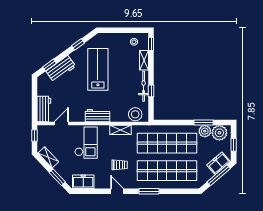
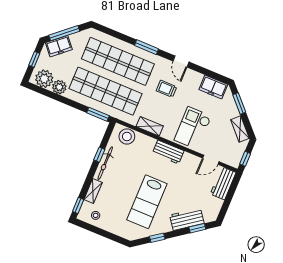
window: (204, 122) -> (98, 114), moved

